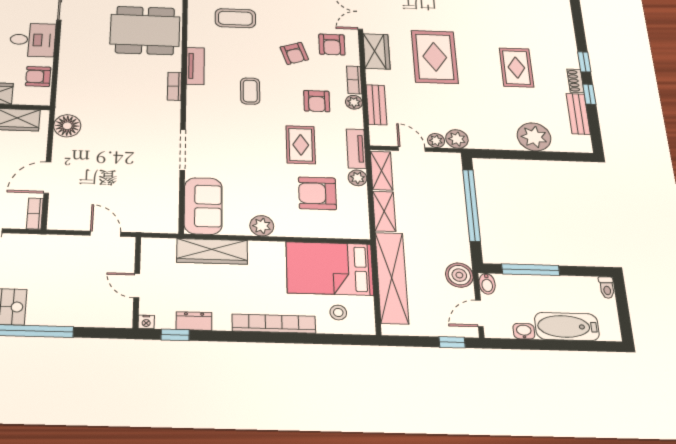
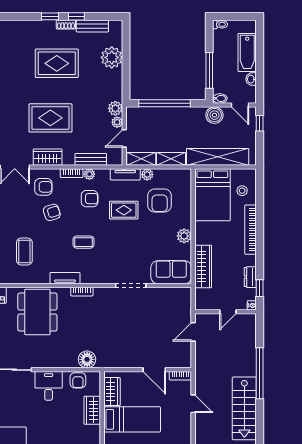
rug: (516, 68) -> (57, 63), width x1.36, depth x1.43
floor lamp: (67, 126) -> (87, 359), moved

